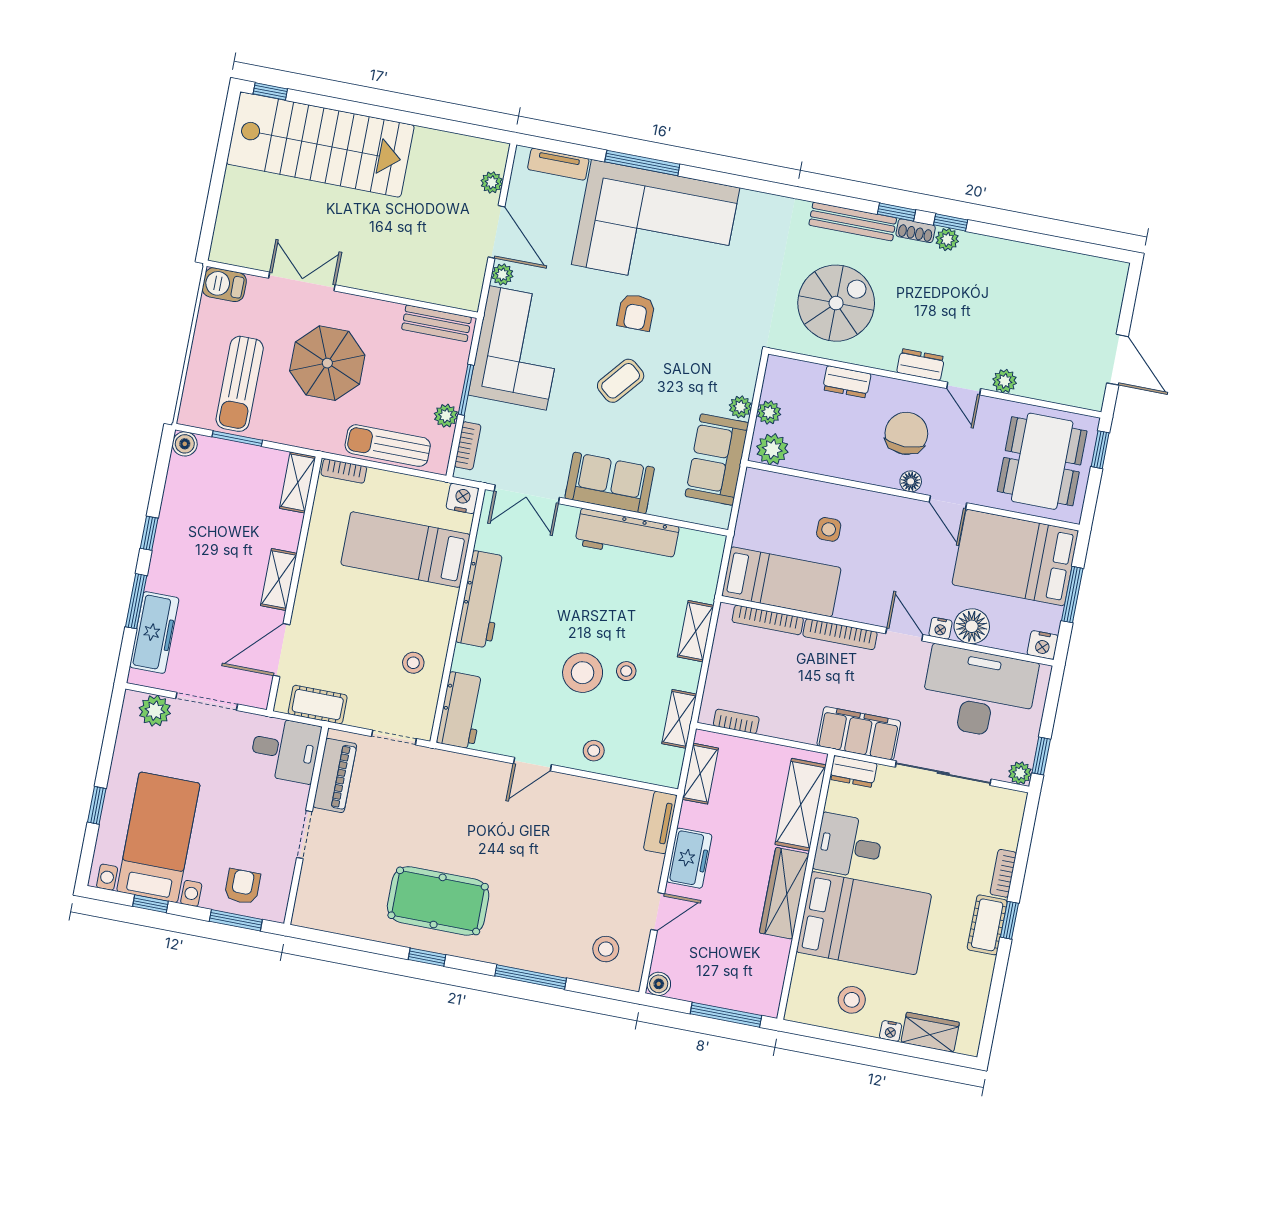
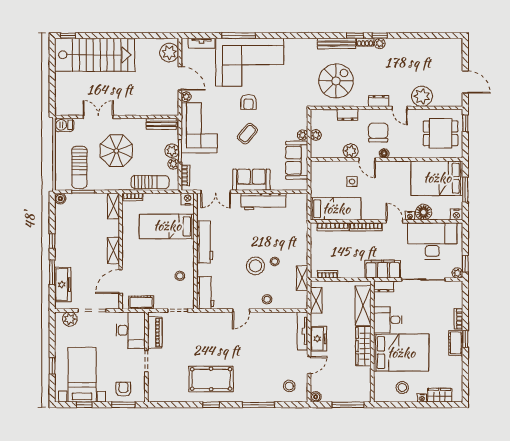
plant: (492, 182) -> (169, 53), width x1.88, depth x1.88
plant: (1005, 381) -> (422, 96), width x1.87, depth x1.87
plant: (448, 386) -> (172, 151), added
sun lounger: (388, 446) -> (150, 182), turned 180
plant: (772, 449) -> (351, 151), moved
dining table: (1042, 461) -> (441, 133), width x0.73
door: (948, 502) -> (367, 159), moved
shelving: (696, 631) -> (302, 238), removed
desk: (285, 750) -> (131, 330), width x1.37
tv unit: (660, 822) -> (303, 331), width x1.41

